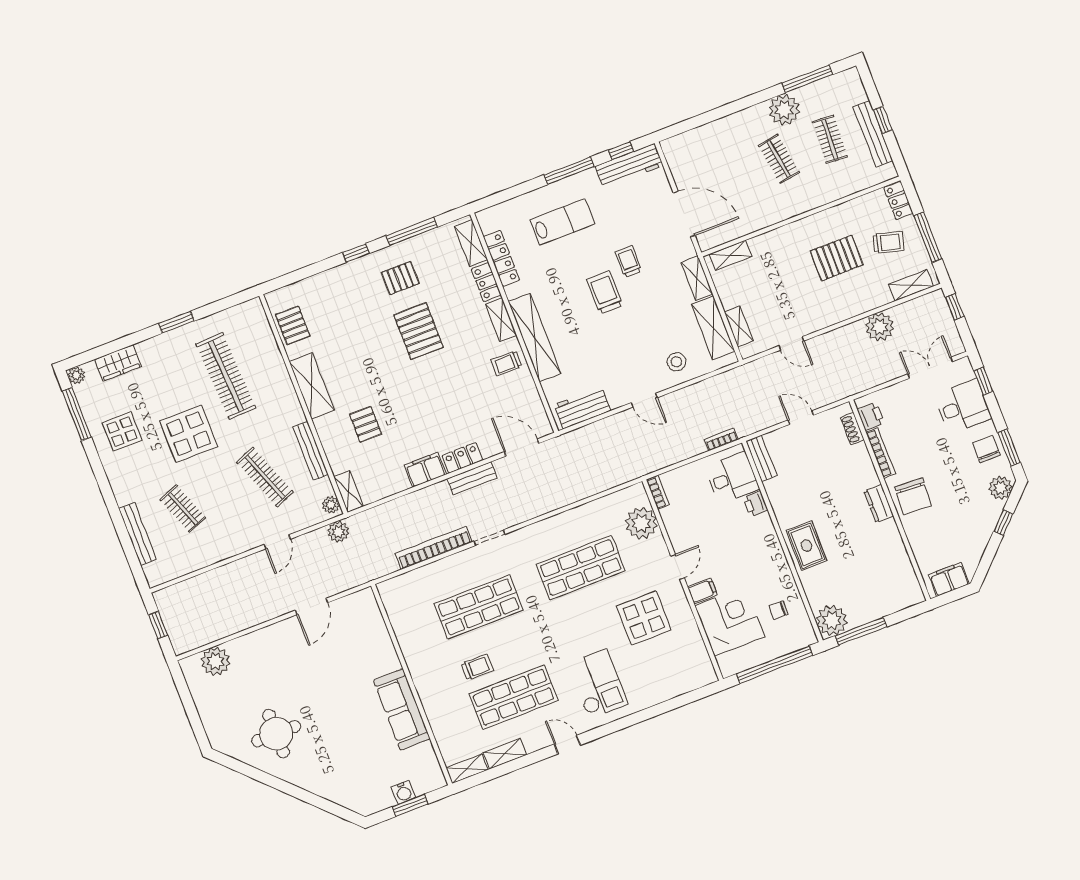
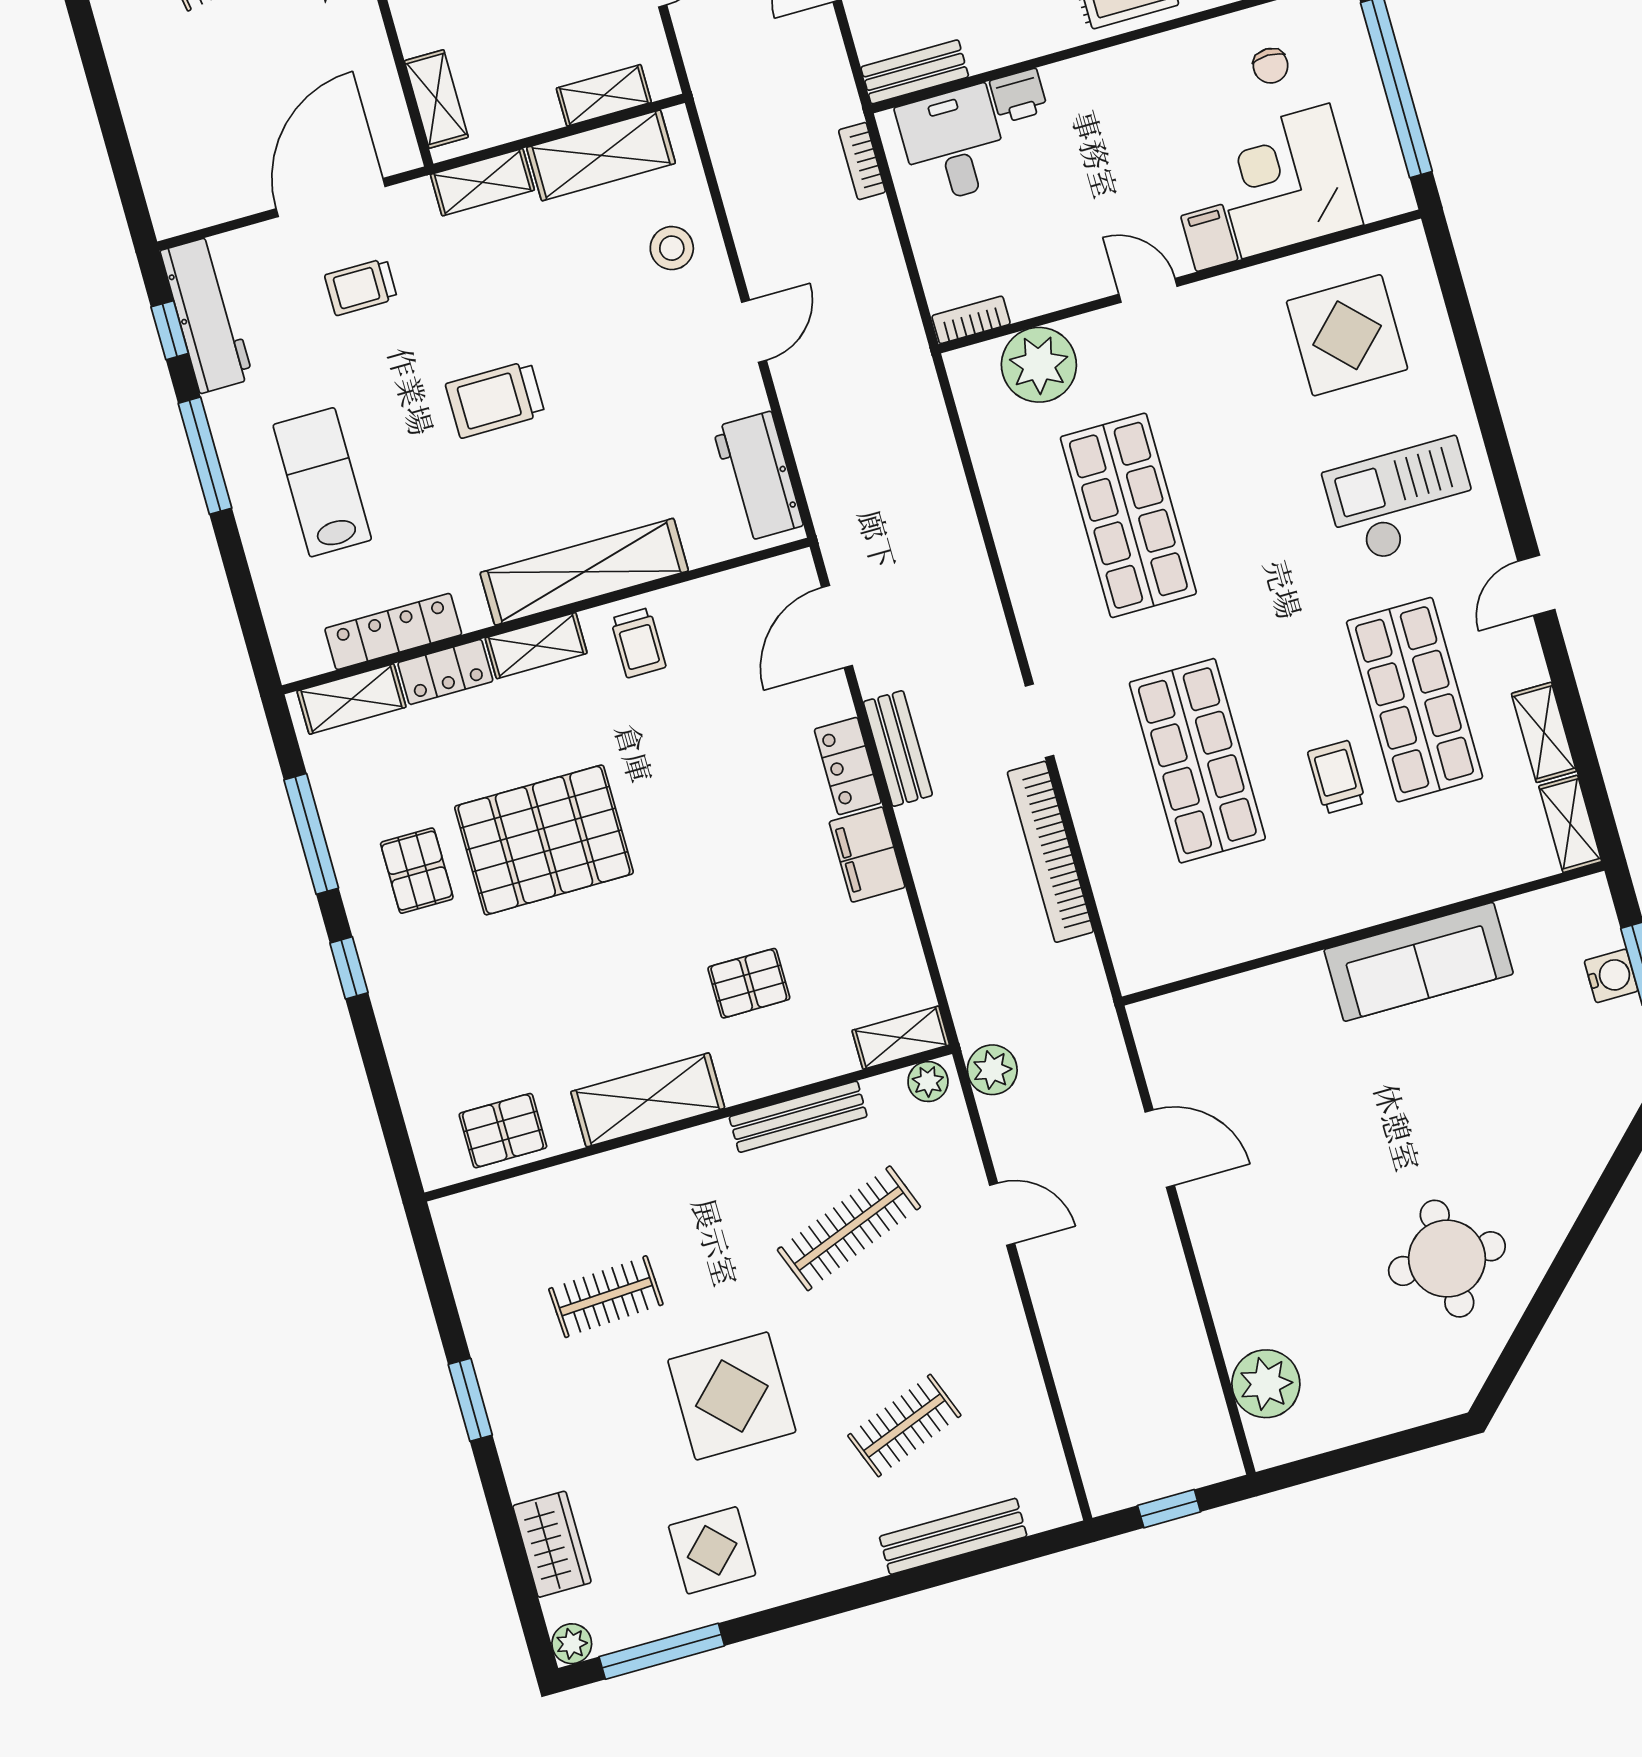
trolley: (628, 262) -> (361, 287), moved
pallet: (418, 331) -> (544, 840), width x1.37, depth x1.41
clothes rail: (226, 376) -> (606, 1297), width x0.54, depth x0.76
display table: (644, 618) -> (1347, 335), moved

